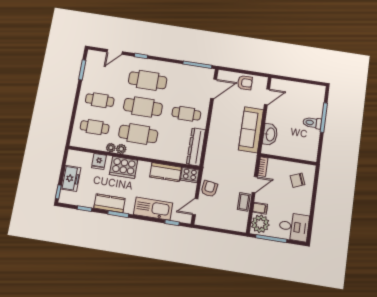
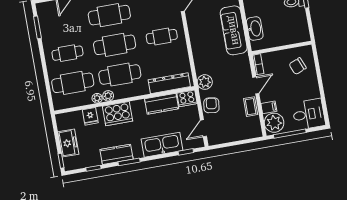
cafe table: (95, 127) -> (73, 83), width x1.37, depth x1.35
dresser: (196, 147) -> (169, 83), moved, turned 90
plant: (210, 166) -> (205, 82), added

